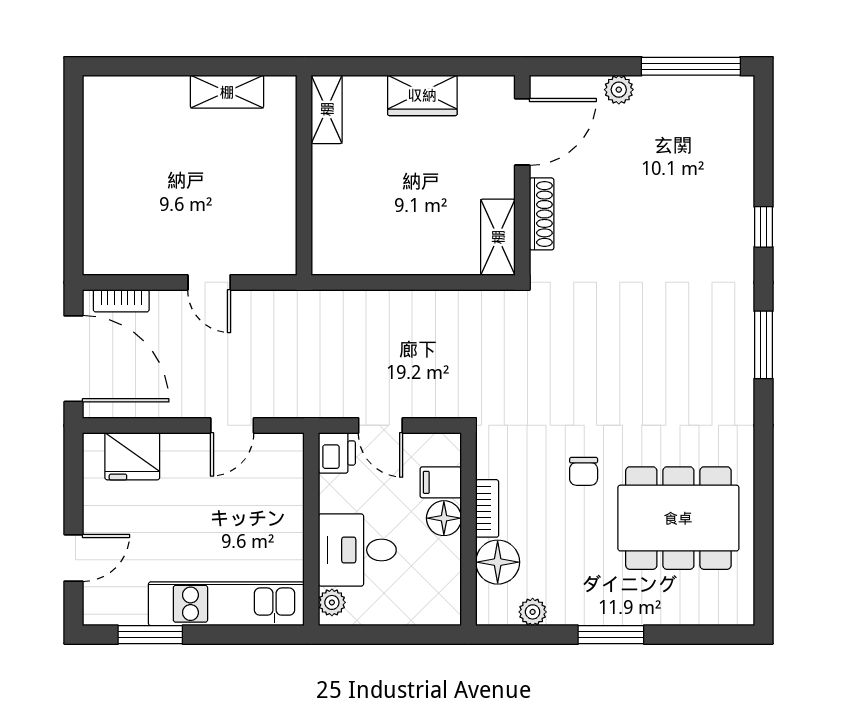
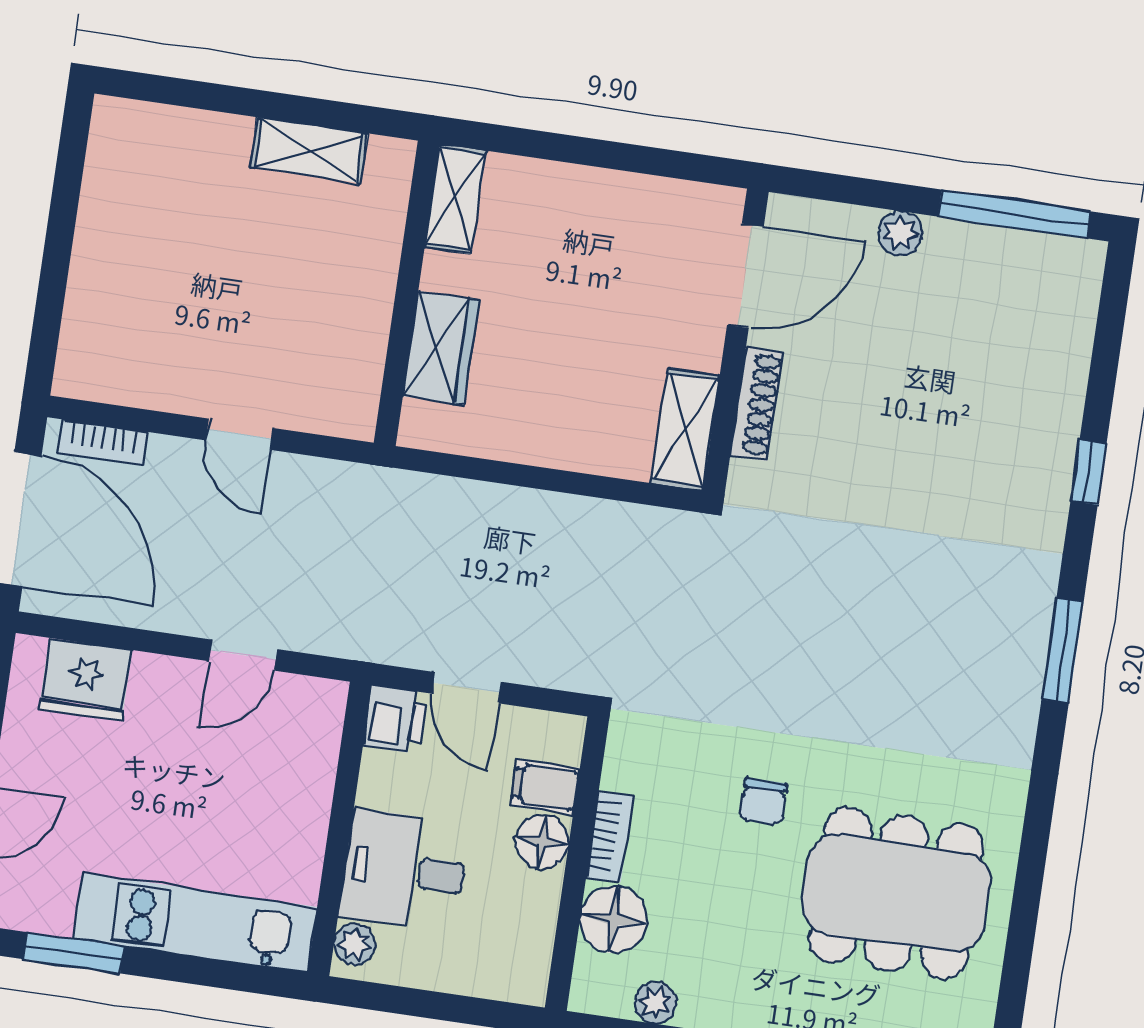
wardrobe: (422, 95) -> (441, 348), moved, turned -90

